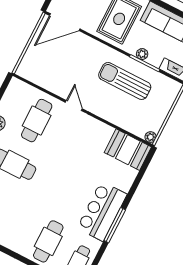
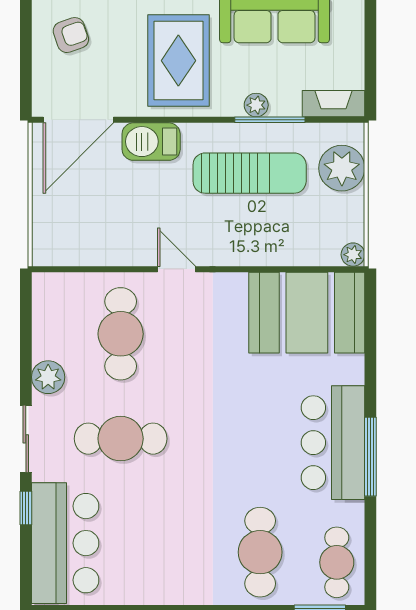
barbecue: (90, 47) -> (151, 142), added
sun lounger: (125, 81) -> (250, 173), turned 180
plant: (164, 99) -> (342, 168), added
booth: (128, 150) -> (307, 313), width x1.36, depth x1.42

